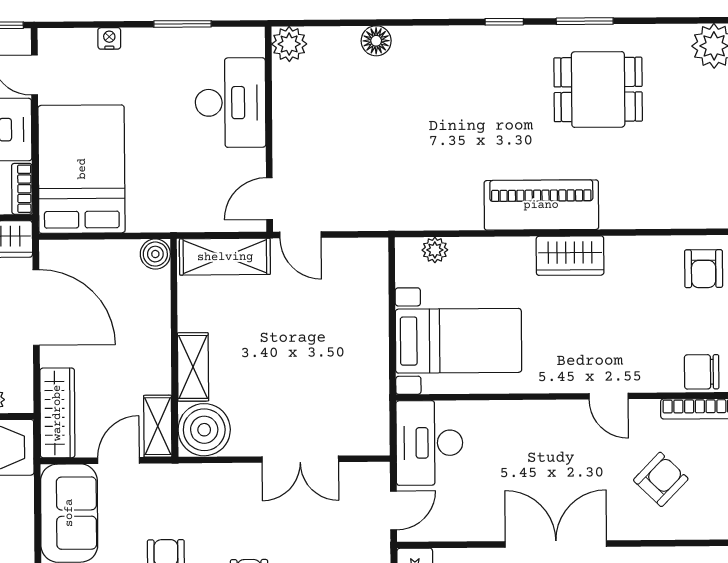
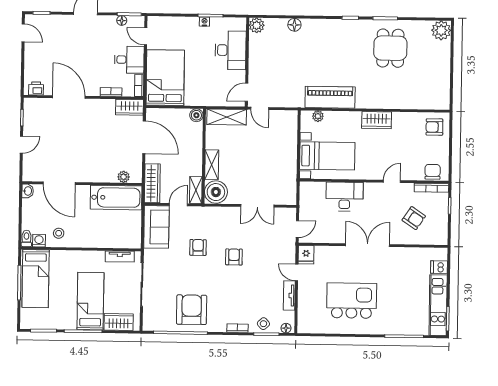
nightstand: (109, 38) -> (204, 22), moved
dining table: (598, 89) -> (390, 48), turned 90
piano: (541, 205) -> (330, 97), moved
armchair: (704, 269) -> (434, 127), turned 90
chair: (702, 372) -> (433, 172), turned 90
door: (609, 396) -> (392, 181), swing flipped
desk: (429, 443) -> (344, 197), moved, turned 90
armchair: (661, 479) -> (414, 218), turned 80

